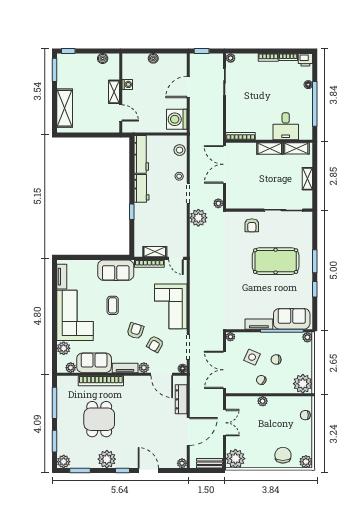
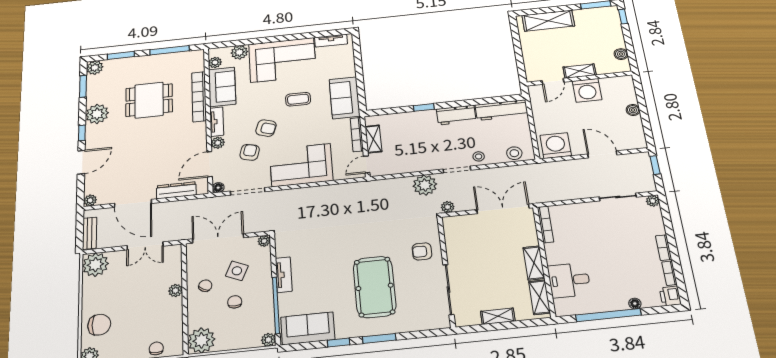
washing machine: (127, 84) -> (587, 90), width x1.89, depth x1.89
sofa: (292, 319) -> (308, 328), moved, turned -90
armchair: (155, 344) -> (250, 152), turned 74

